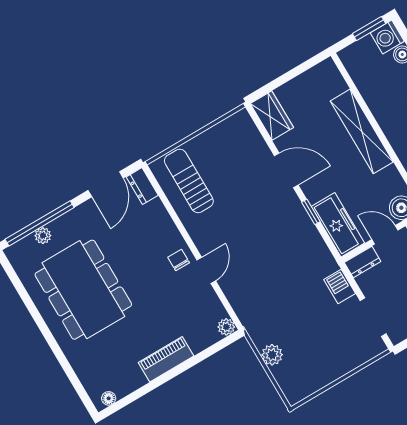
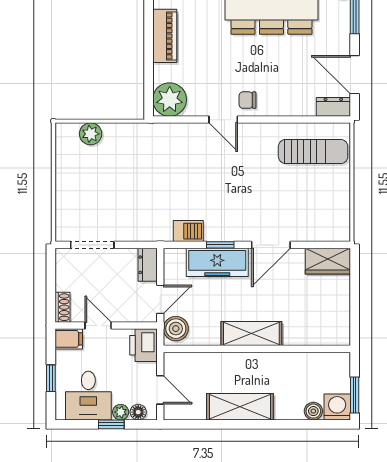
shelving: (362, 131) -> (251, 334), width x0.68
freezer: (338, 225) -> (217, 262), moved
chair: (179, 260) -> (247, 100), turned 180
barbecue: (340, 286) -> (188, 231), moved
plant: (226, 327) -> (170, 100), width x1.88, depth x1.88
plant: (272, 355) -> (91, 134), moved

